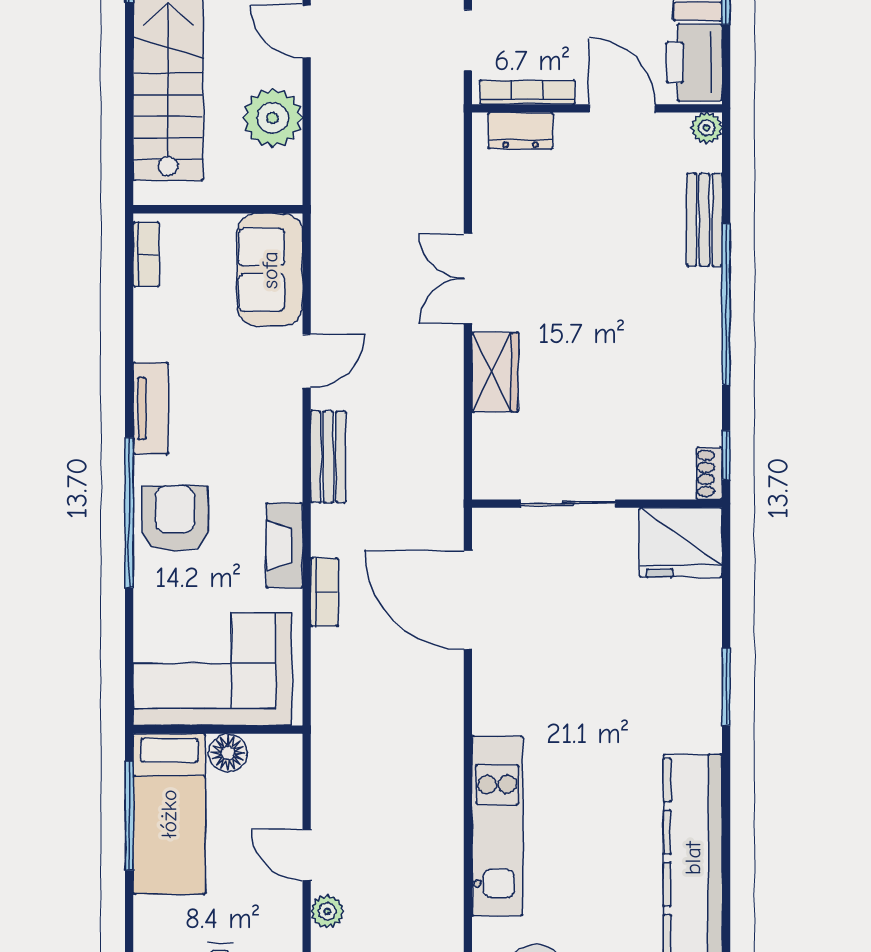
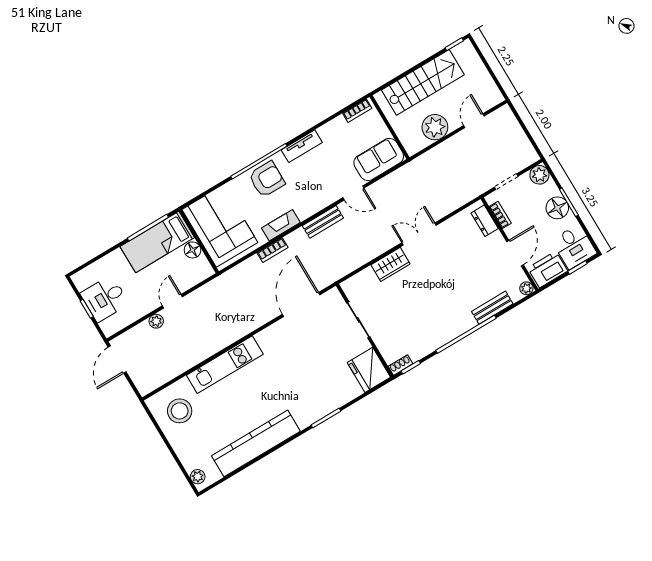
bookcase: (527, 92) -> (500, 215), width x0.64

